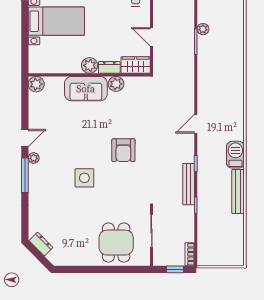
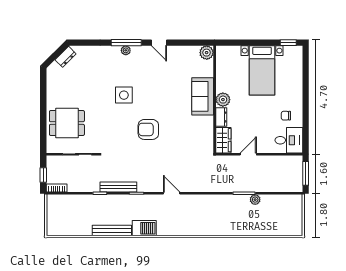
plant: (116, 84) -> (207, 123), removed
plant: (34, 158) -> (126, 50), moved

